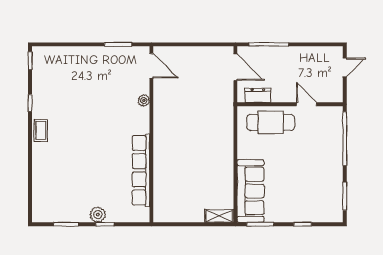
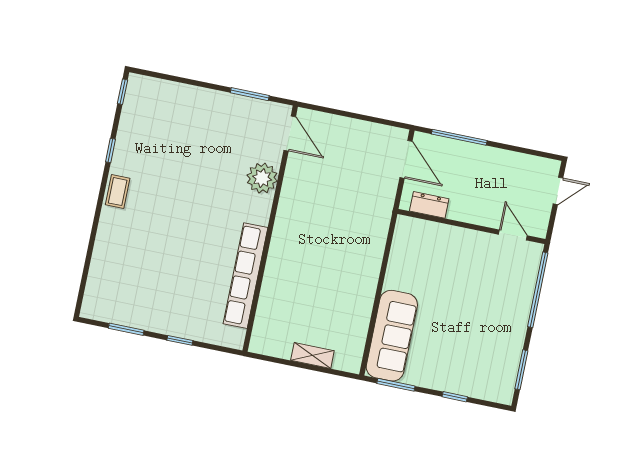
plant: (144, 101) -> (262, 178), width x1.88, depth x1.88
door: (307, 104) -> (513, 235), moved
cafe table: (271, 122) -> (439, 246), removed
plant: (98, 215) -> (173, 325), removed
shelving: (219, 216) -> (312, 356), moved

